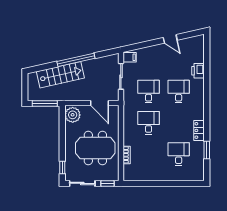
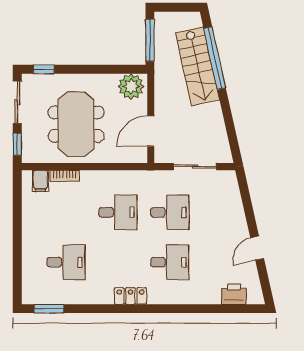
filing cabinet: (130, 57) -> (40, 181), moved
window: (76, 60) -> (215, 58), moved
printer: (198, 71) -> (234, 294), moved
locker: (199, 130) -> (130, 296), moved
window: (207, 150) -> (49, 309), moved

